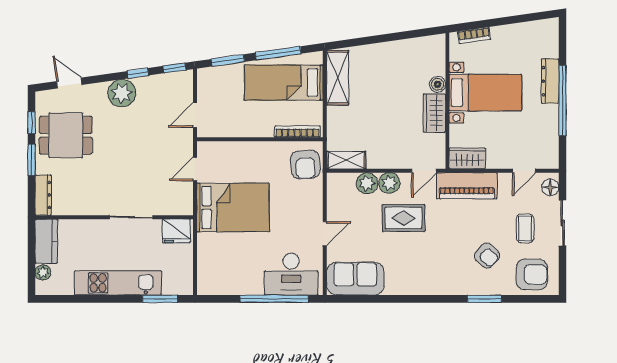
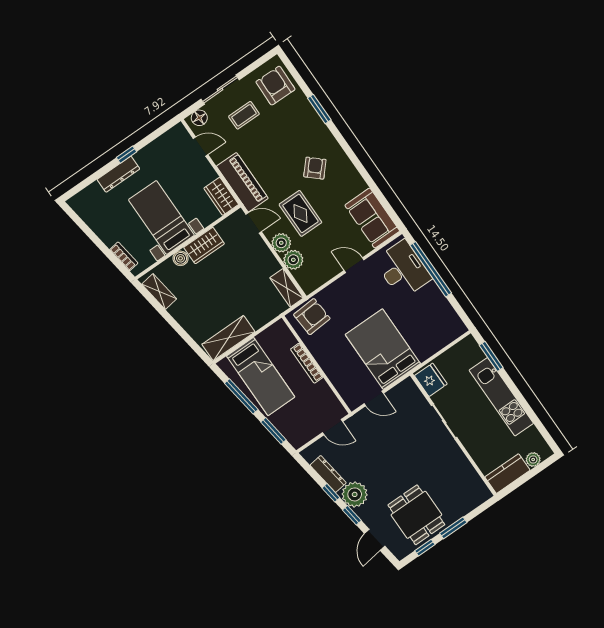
shelving: (421, 45) -> (159, 292), added
window: (174, 68) -> (352, 515), moved
window: (562, 100) -> (127, 155), width x0.32
bookcase: (297, 132) -> (307, 363), moved
dresser: (43, 195) -> (328, 474), moved, turned 82
armchair: (487, 256) -> (315, 168), moved

